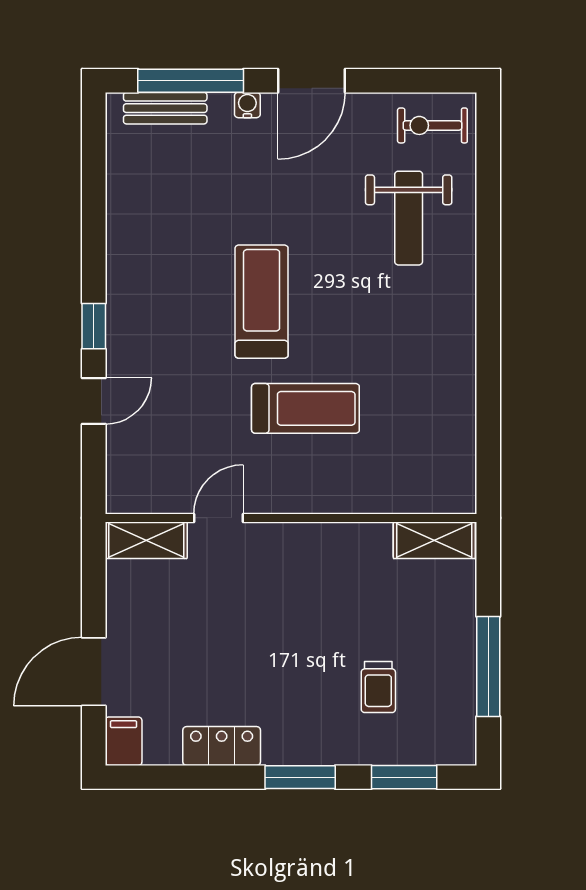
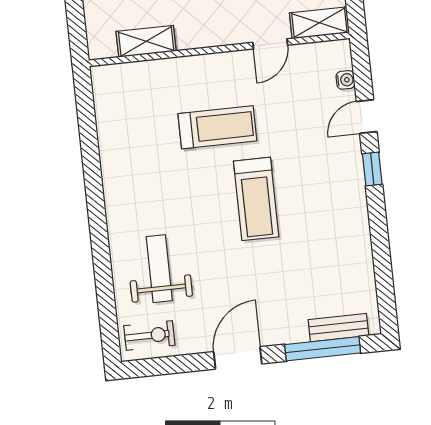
water cooler: (247, 105) -> (345, 80), moved, turned -90
treadmill: (305, 408) -> (217, 127), turned 180
shelving: (434, 540) -> (146, 41), moved

